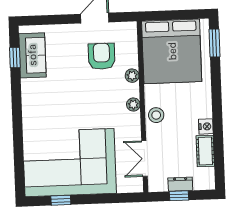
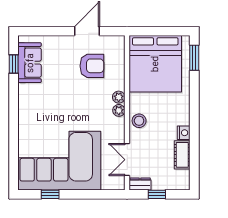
armchair: (102, 56) -> (92, 66), turned 90
plant: (132, 76) -> (119, 97), moved
dresser: (180, 184) -> (140, 184), moved

